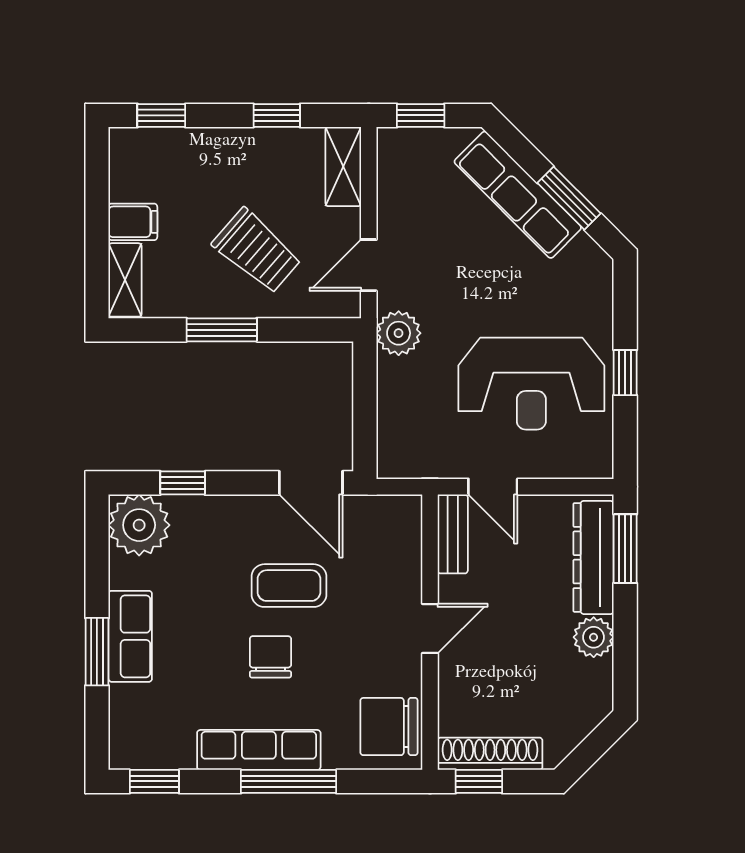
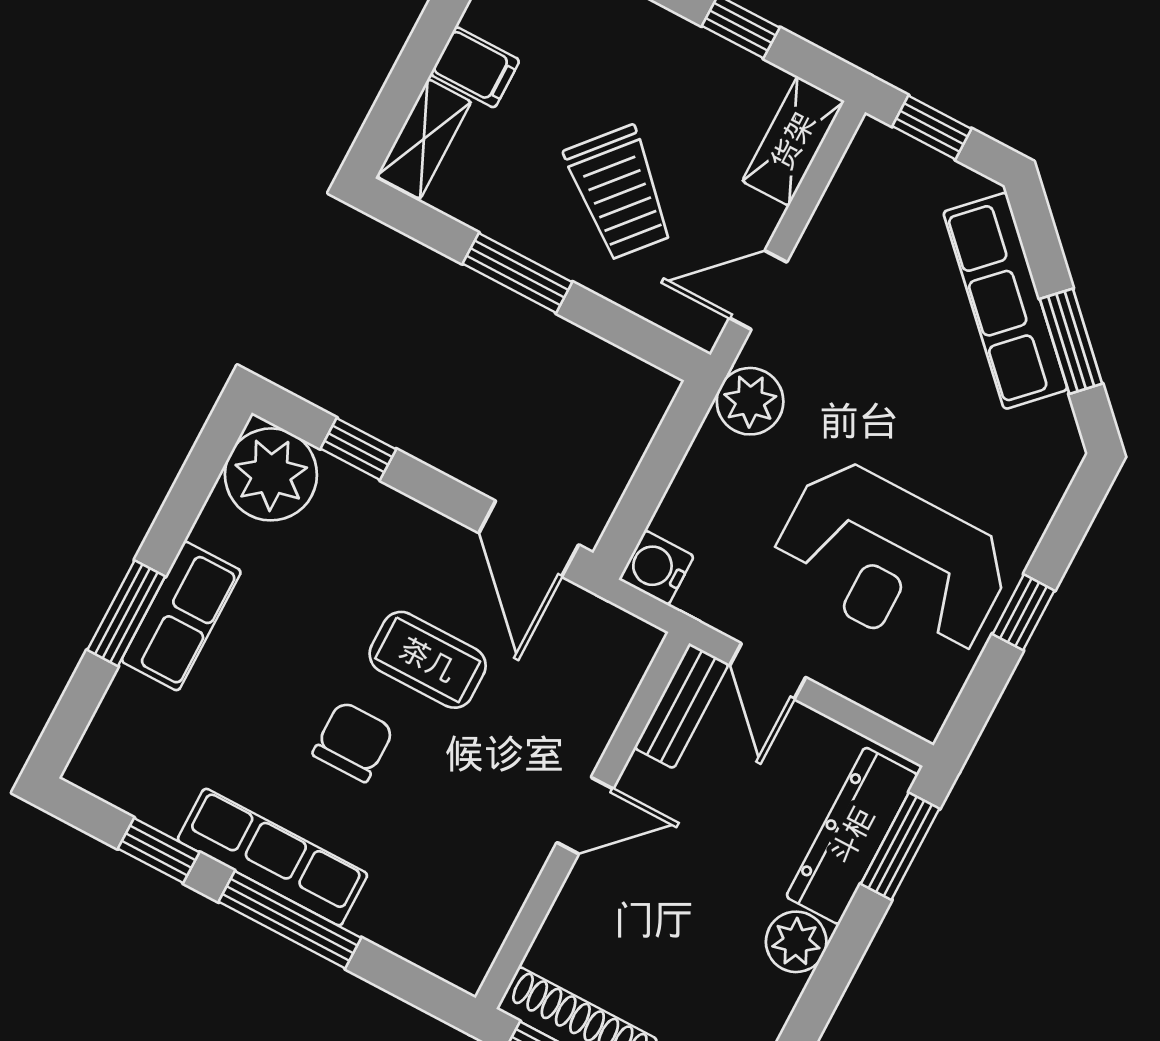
water cooler: (395, 460) -> (656, 568), added
chair: (389, 727) -> (462, 917), removed
window: (154, 781) -> (159, 850), moved

